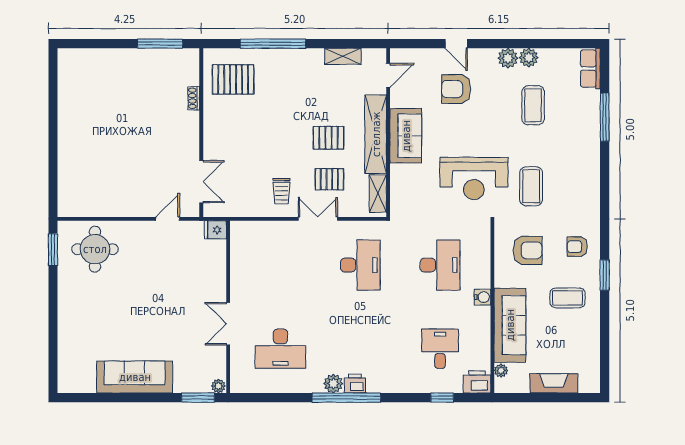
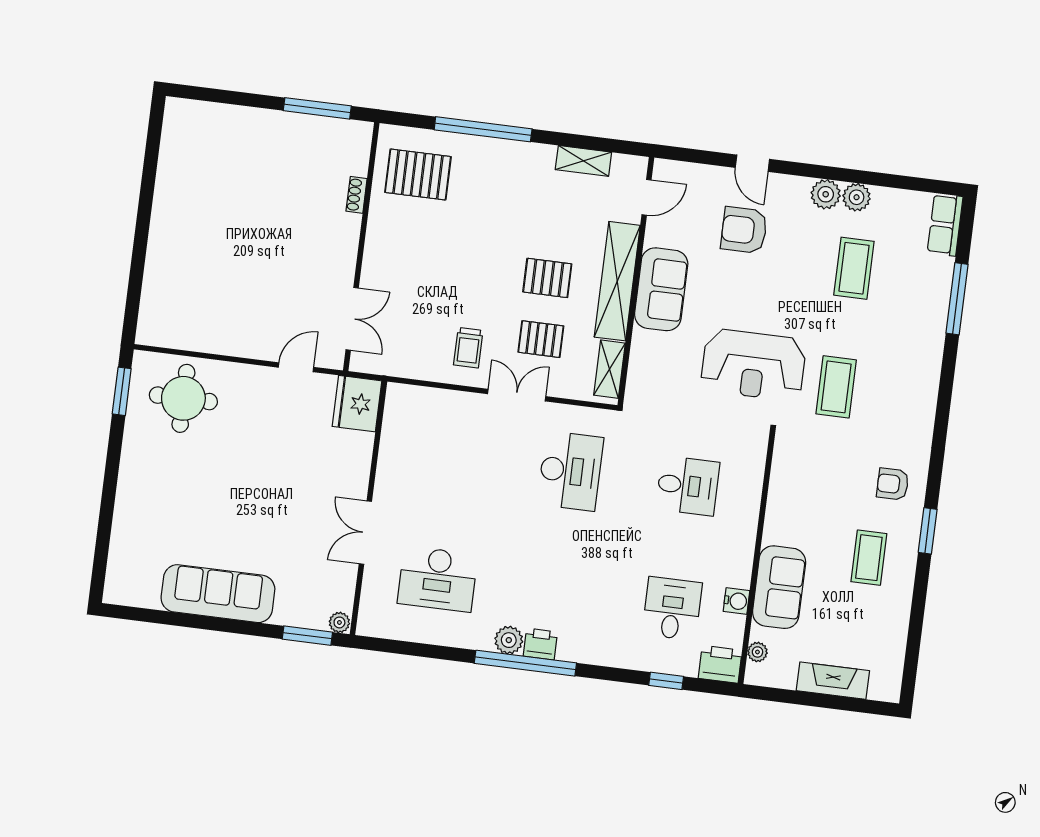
fridge: (215, 230) -> (357, 404), width x1.88, depth x1.34
armchair: (528, 250) -> (819, 480), removed
desk: (440, 265) -> (688, 486), width x0.73
water cooler: (482, 297) -> (736, 601), moved
coffee table: (568, 298) -> (869, 558), turned 90
sofa: (510, 325) -> (779, 587), width x0.73

